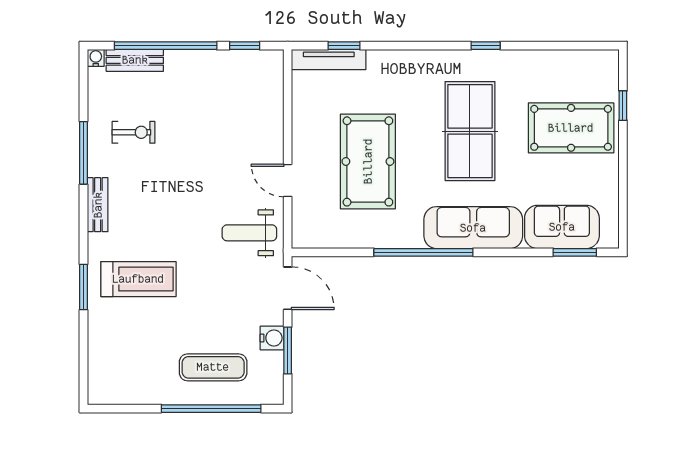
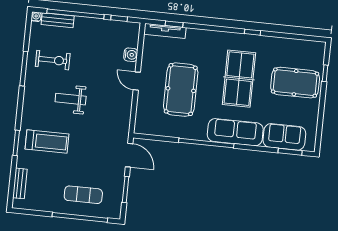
exercise bike: (134, 132) -> (53, 60), width x1.38, depth x1.39
door: (288, 180) -> (137, 81), moved
bench: (98, 205) -> (20, 183), moved
weight bench: (249, 233) -> (71, 99), moved
water cooler: (272, 338) -> (131, 55), moved

